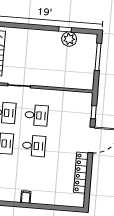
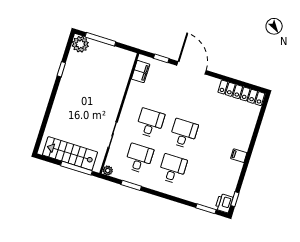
plant: (69, 39) -> (80, 44), moved
filing cabinet: (78, 97) -> (141, 72), added
locker: (81, 173) -> (241, 93), moved

